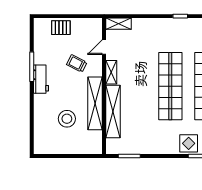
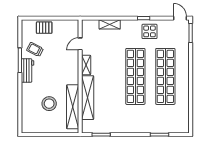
shelving: (119, 24) -> (110, 24), moved
trolley: (77, 63) -> (35, 49), moved
shelving: (95, 103) -> (73, 107), moved
display table: (189, 143) -> (149, 31), moved

